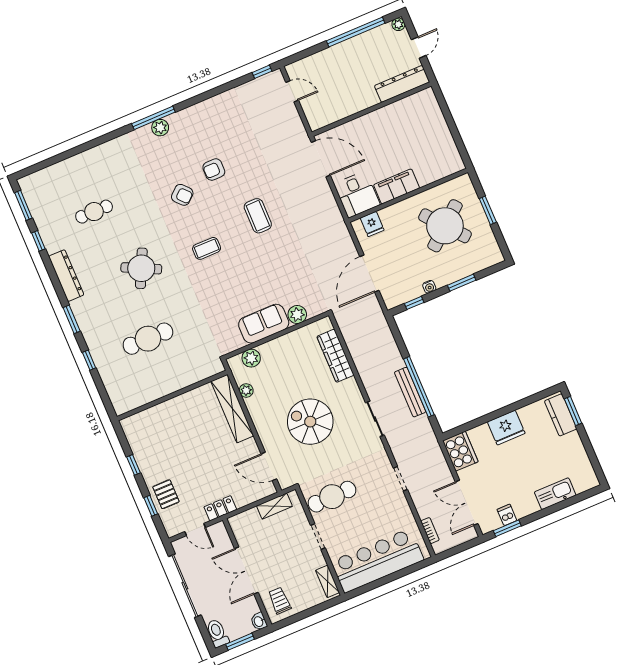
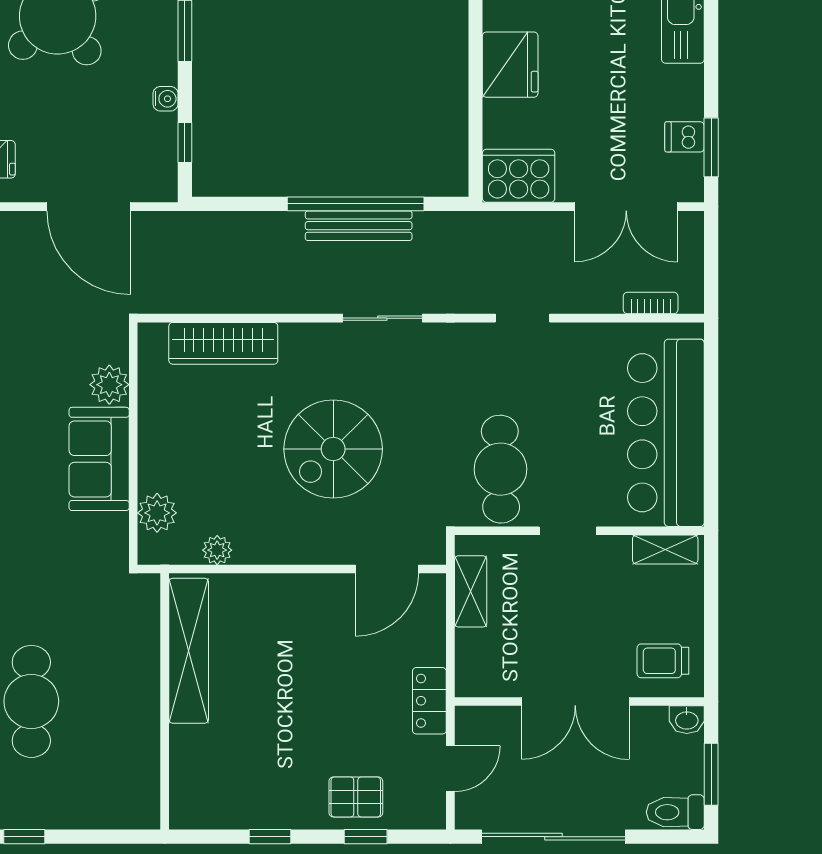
shelving: (232, 409) -> (189, 651), moved, turned 90

